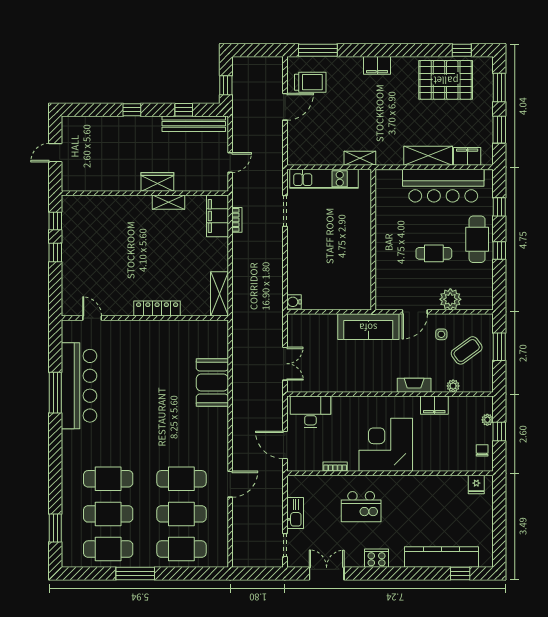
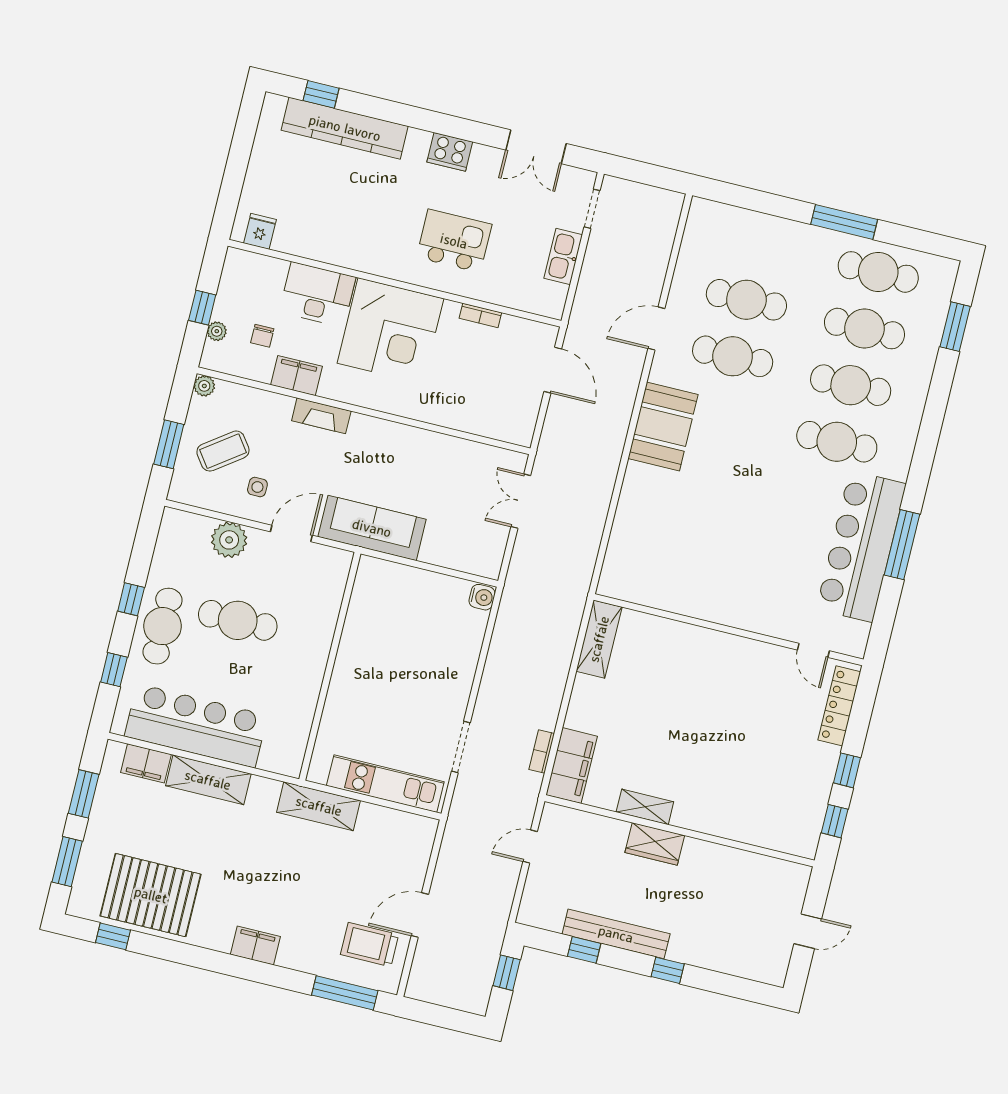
bench: (194, 124) -> (616, 934), moved
shelving: (360, 158) -> (319, 806), width x1.50, depth x1.33
cafe table: (434, 253) -> (238, 620), width x1.37, depth x1.35
locker: (157, 309) -> (839, 706), moved, turned 90
booth: (212, 383) -> (663, 427), moved
plant: (453, 386) -> (204, 386), moved
desk: (310, 412) -> (318, 295), moved, turned 180
chair: (482, 450) -> (262, 336), moved
cafe table: (181, 549) -> (837, 442), moved

